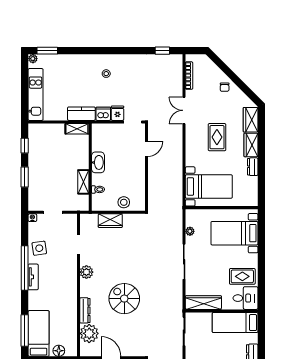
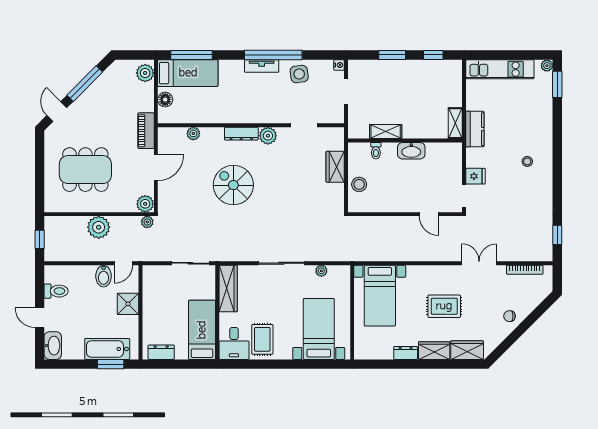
dishwasher: (103, 114) -> (475, 158), removed
spiral stairs: (124, 299) -> (233, 185), turned -90
dresser: (85, 310) -> (241, 134), moved
plant: (89, 333) -> (193, 134), width x0.53, depth x0.53

